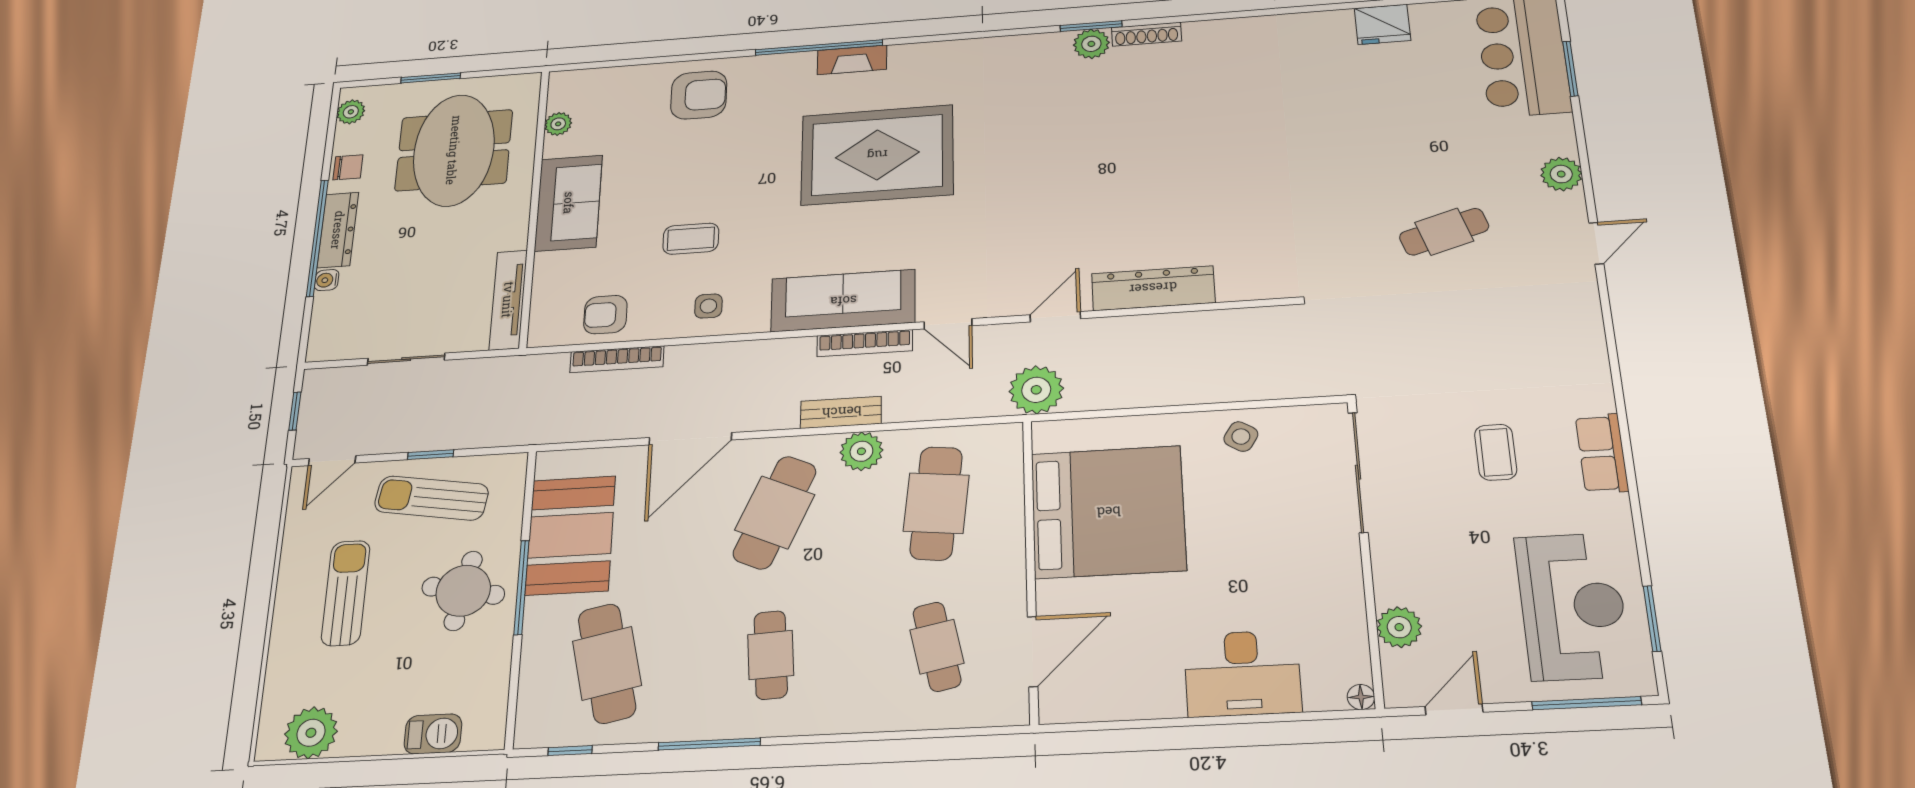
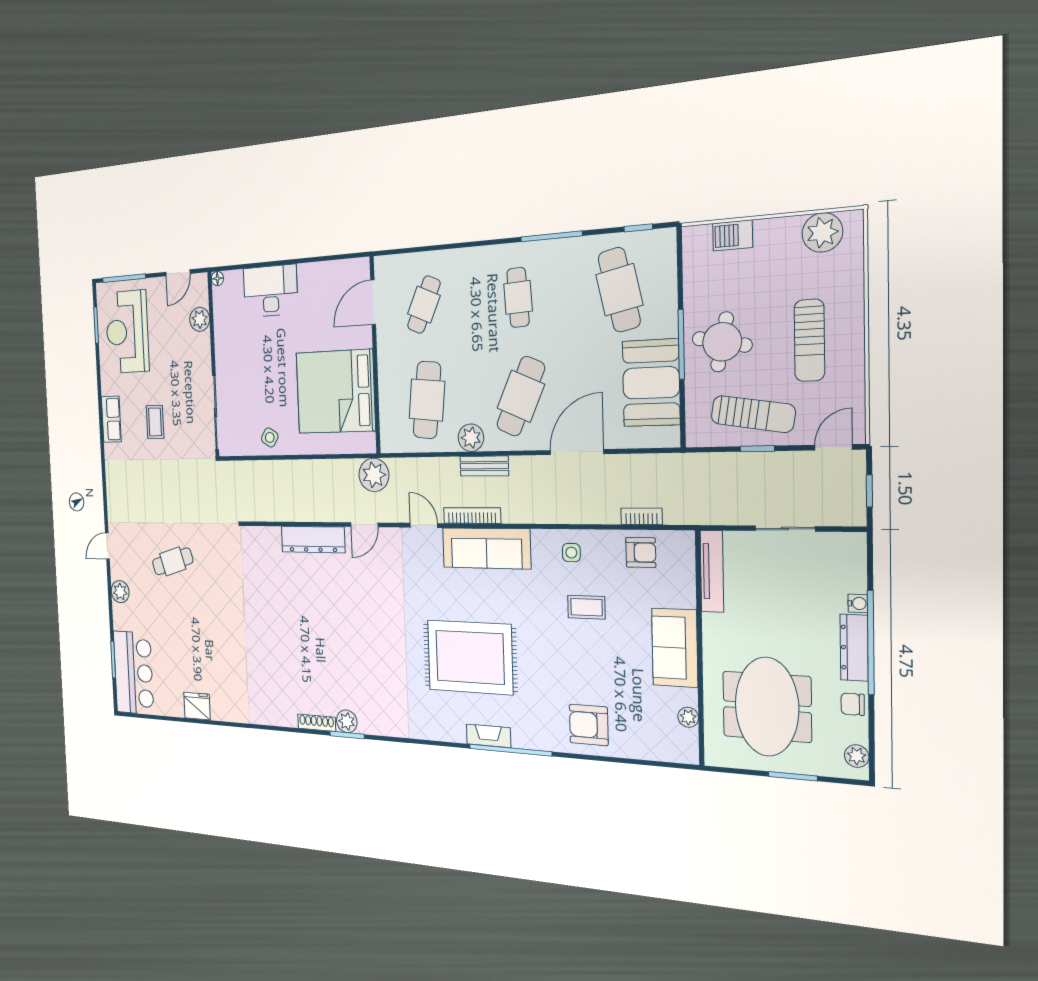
bookcase: (617, 359) -> (642, 516), width x0.64
cafe table: (937, 647) -> (424, 305), turned 36

